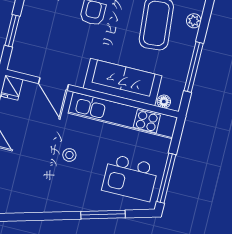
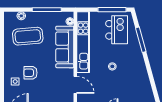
door: (53, 84) -> (75, 85), hinge flipped

